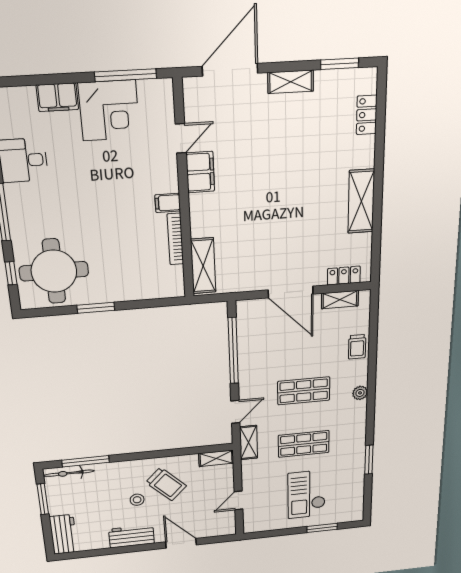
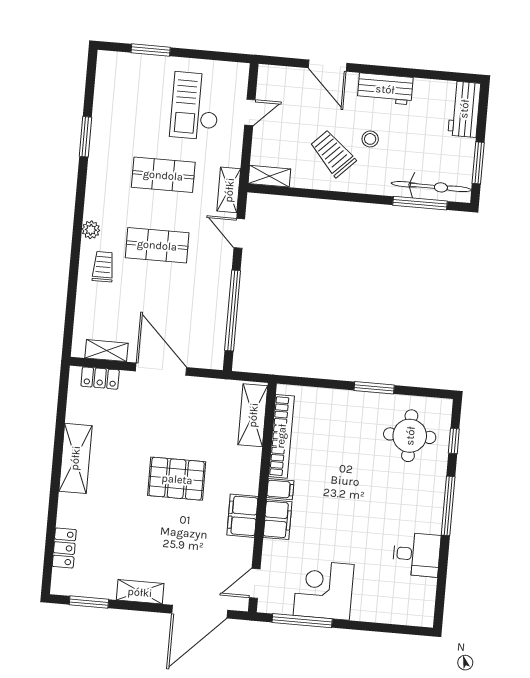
filing cabinet: (57, 97) -> (278, 520), moved, turned 90
door: (181, 138) -> (255, 583), moved
pallet: (267, 197) -> (177, 479), added
bookcase: (175, 239) -> (281, 436), width x1.48, depth x1.31
round table: (54, 271) -> (410, 436), width x0.73, depth x0.73
trolley: (357, 347) -> (103, 267), moved
door: (235, 412) -> (239, 233), hinge flipped
bicycle: (69, 473) -> (431, 187), width x1.37, depth x1.40
checkout: (307, 494) -> (195, 106), moved, turned 180

